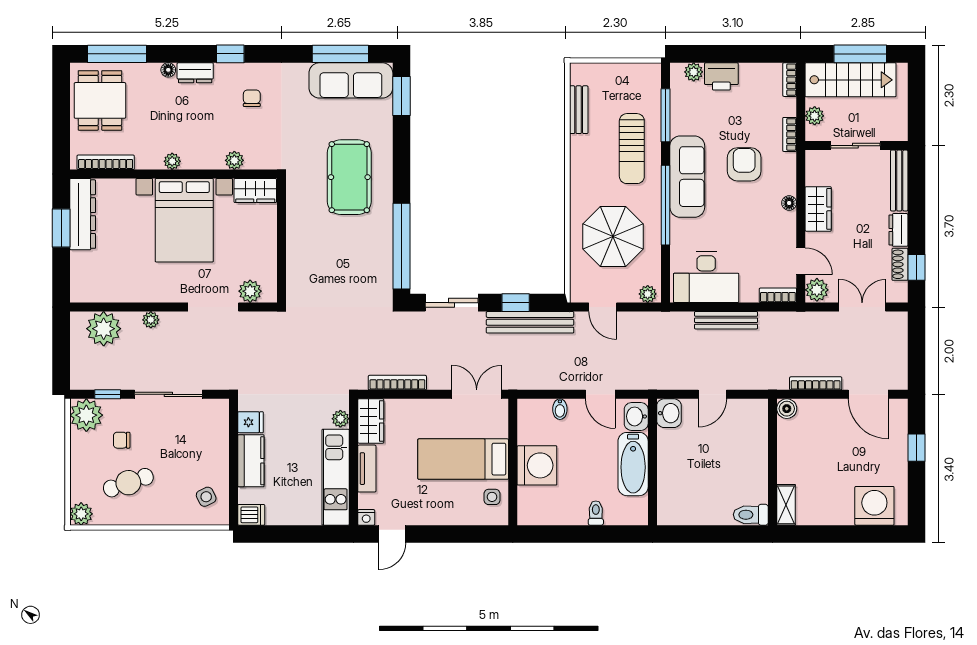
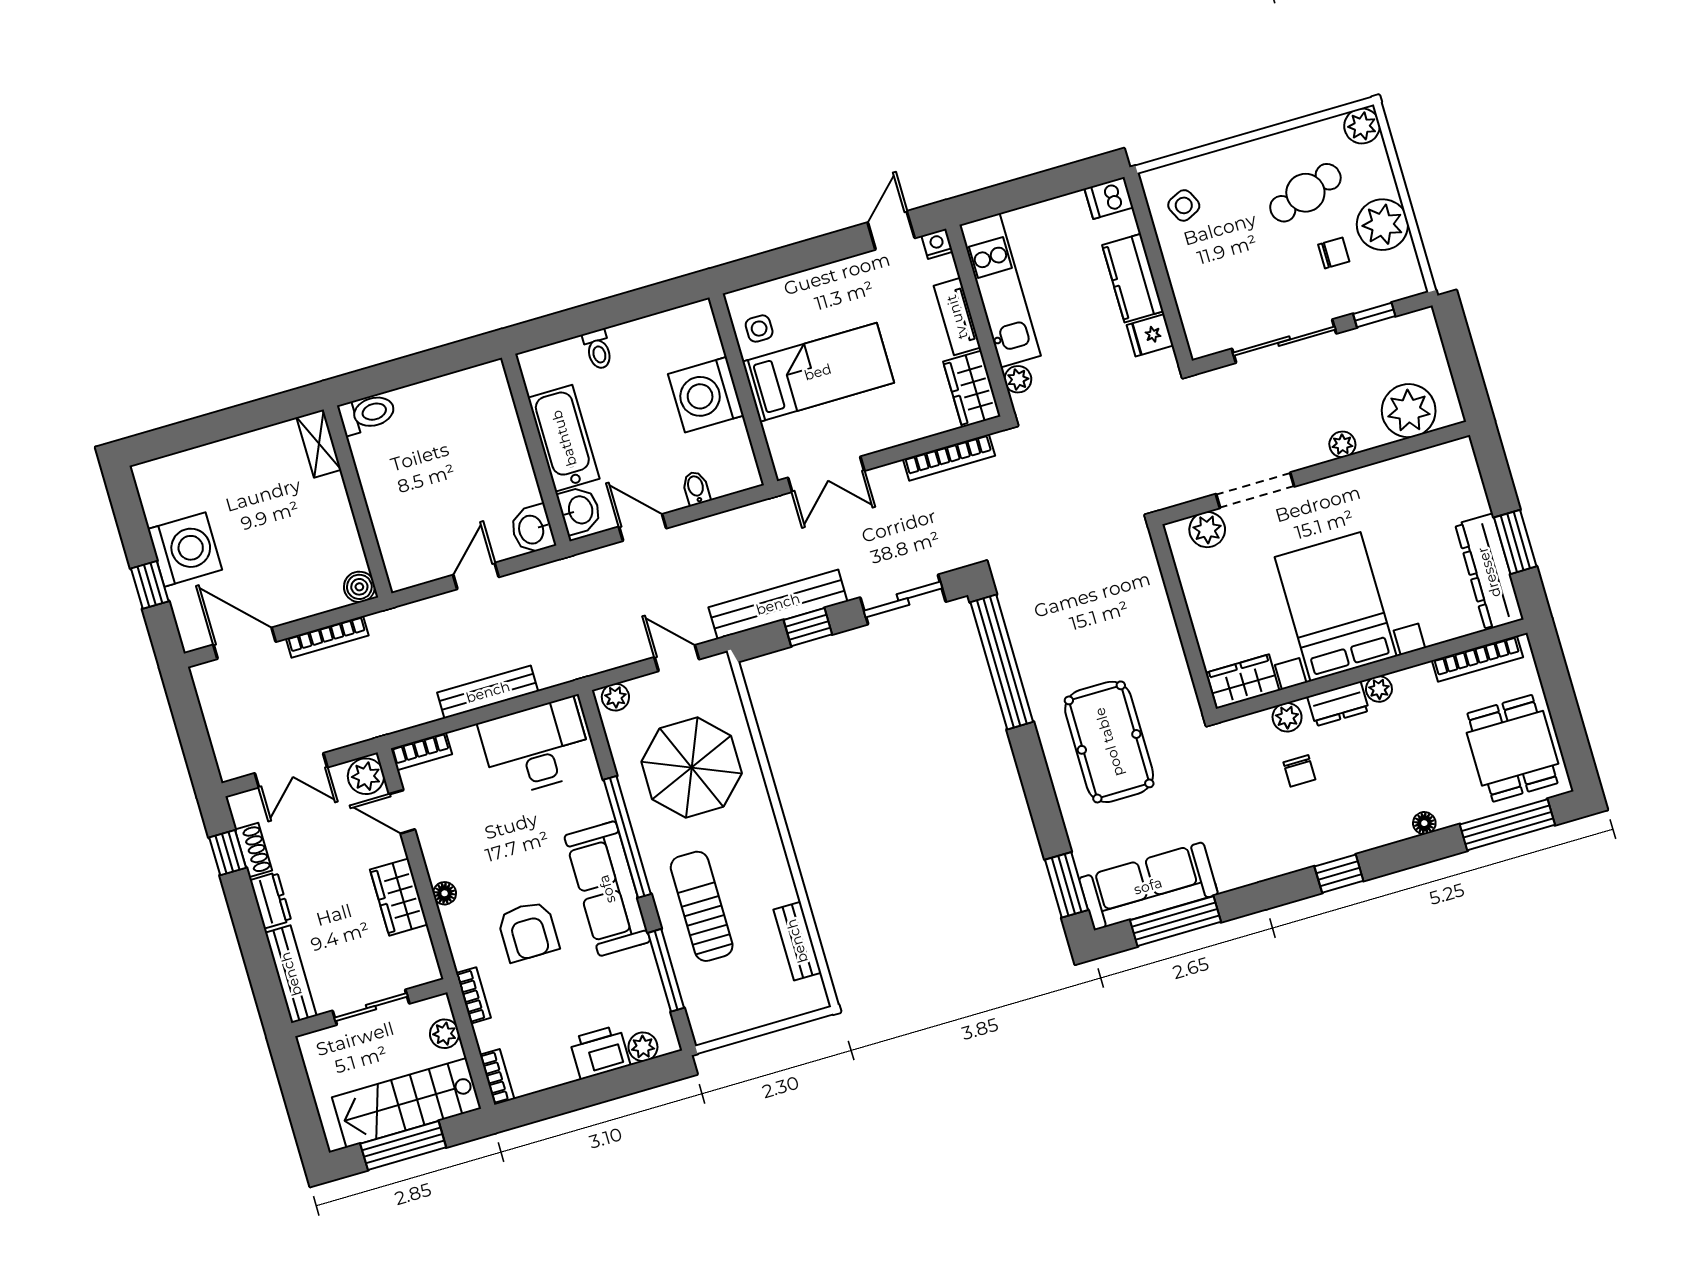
dresser: (195, 73) -> (1338, 704), moved, turned 180
chair: (252, 98) -> (1299, 771), moved
plant: (86, 415) -> (1382, 225), moved
washing machine: (874, 506) -> (185, 549), moved, turned -90

